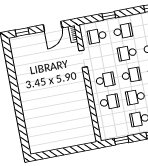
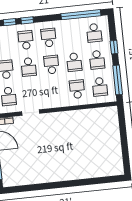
school desk: (105, 80) -> (100, 87), moved, turned 180
window: (122, 140) -> (118, 80), width x2.17

